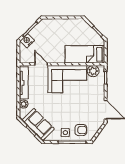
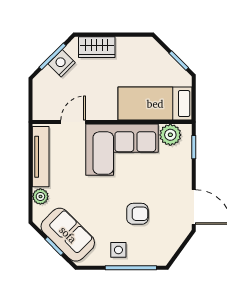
wardrobe: (54, 24) -> (97, 47), added
nightstand: (27, 41) -> (62, 63), moved
door: (41, 64) -> (73, 122), hinge flipped
armchair: (81, 130) -> (137, 214), moved

